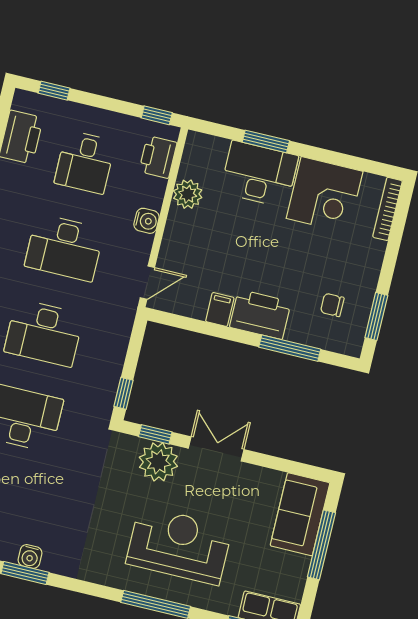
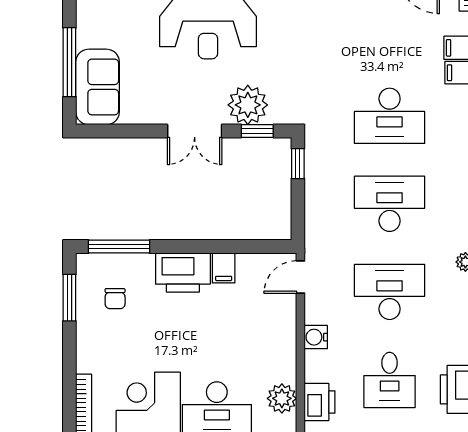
desk: (85, 162) -> (390, 380), turned 180
plant: (188, 194) -> (282, 398), moved
chair: (332, 305) -> (115, 299), turned 90
window: (290, 348) -> (119, 247), moved

